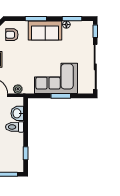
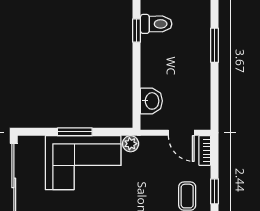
plant: (18, 89) -> (131, 144), moved
toilet: (15, 127) -> (156, 24), moved

